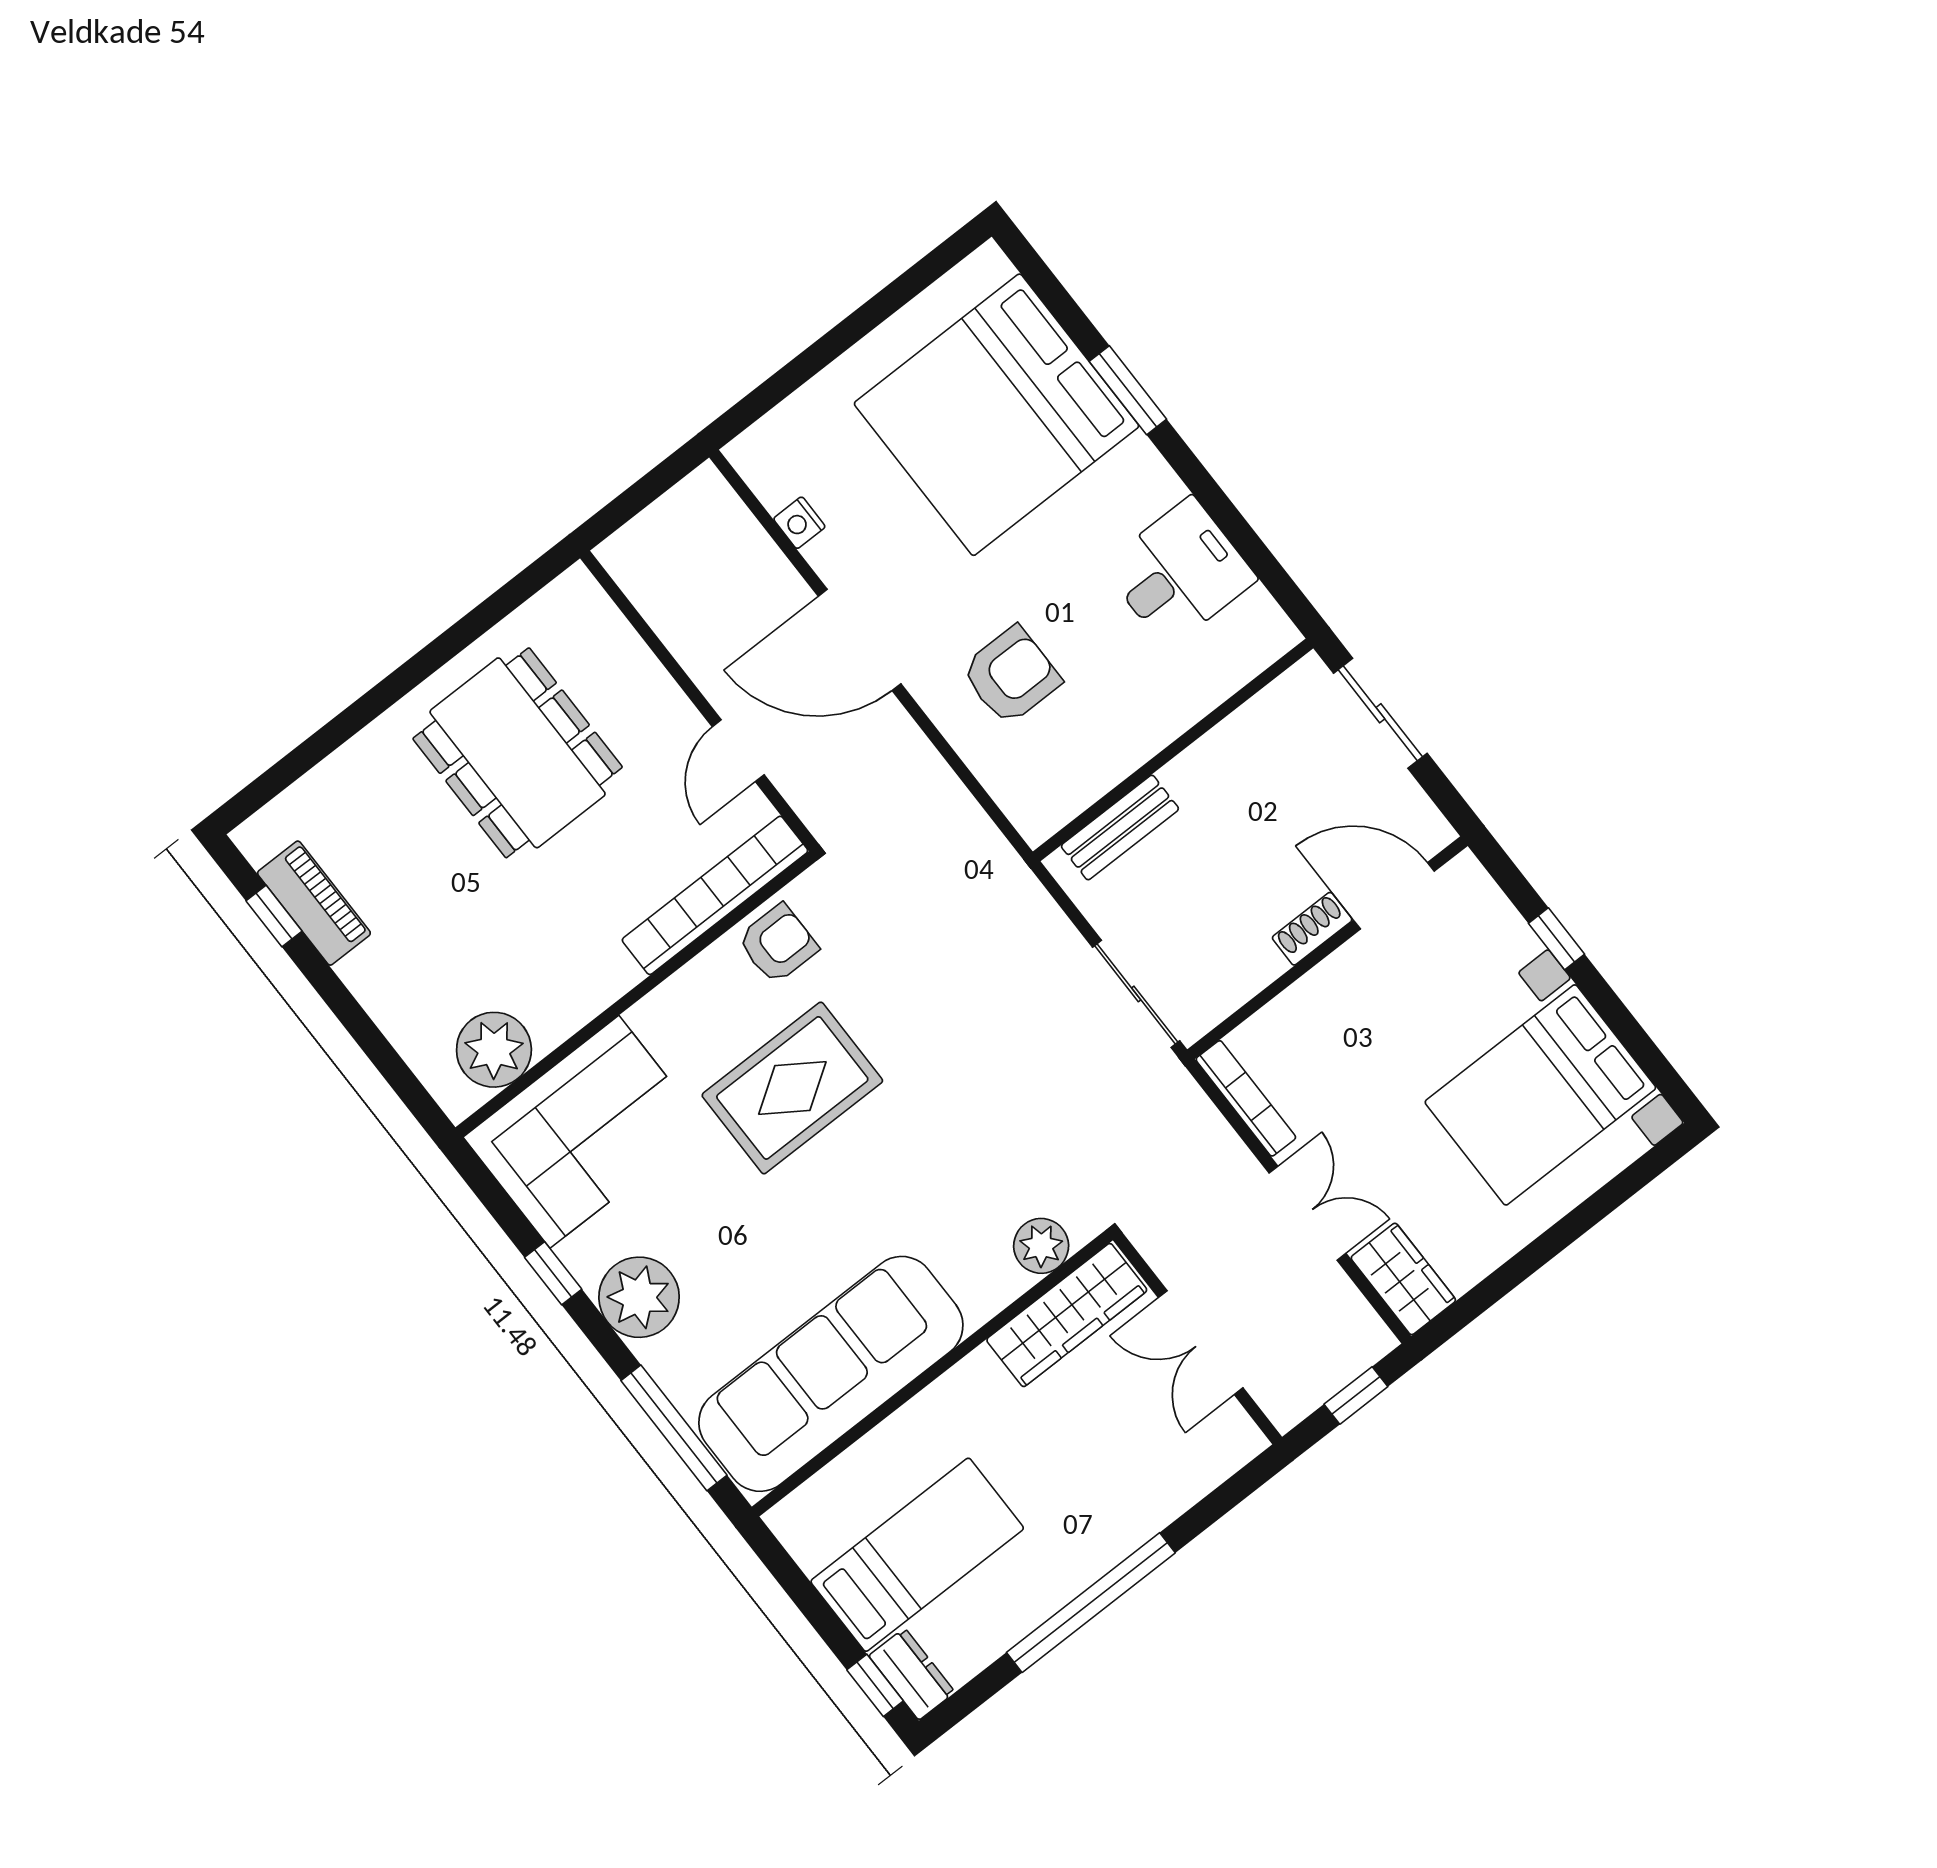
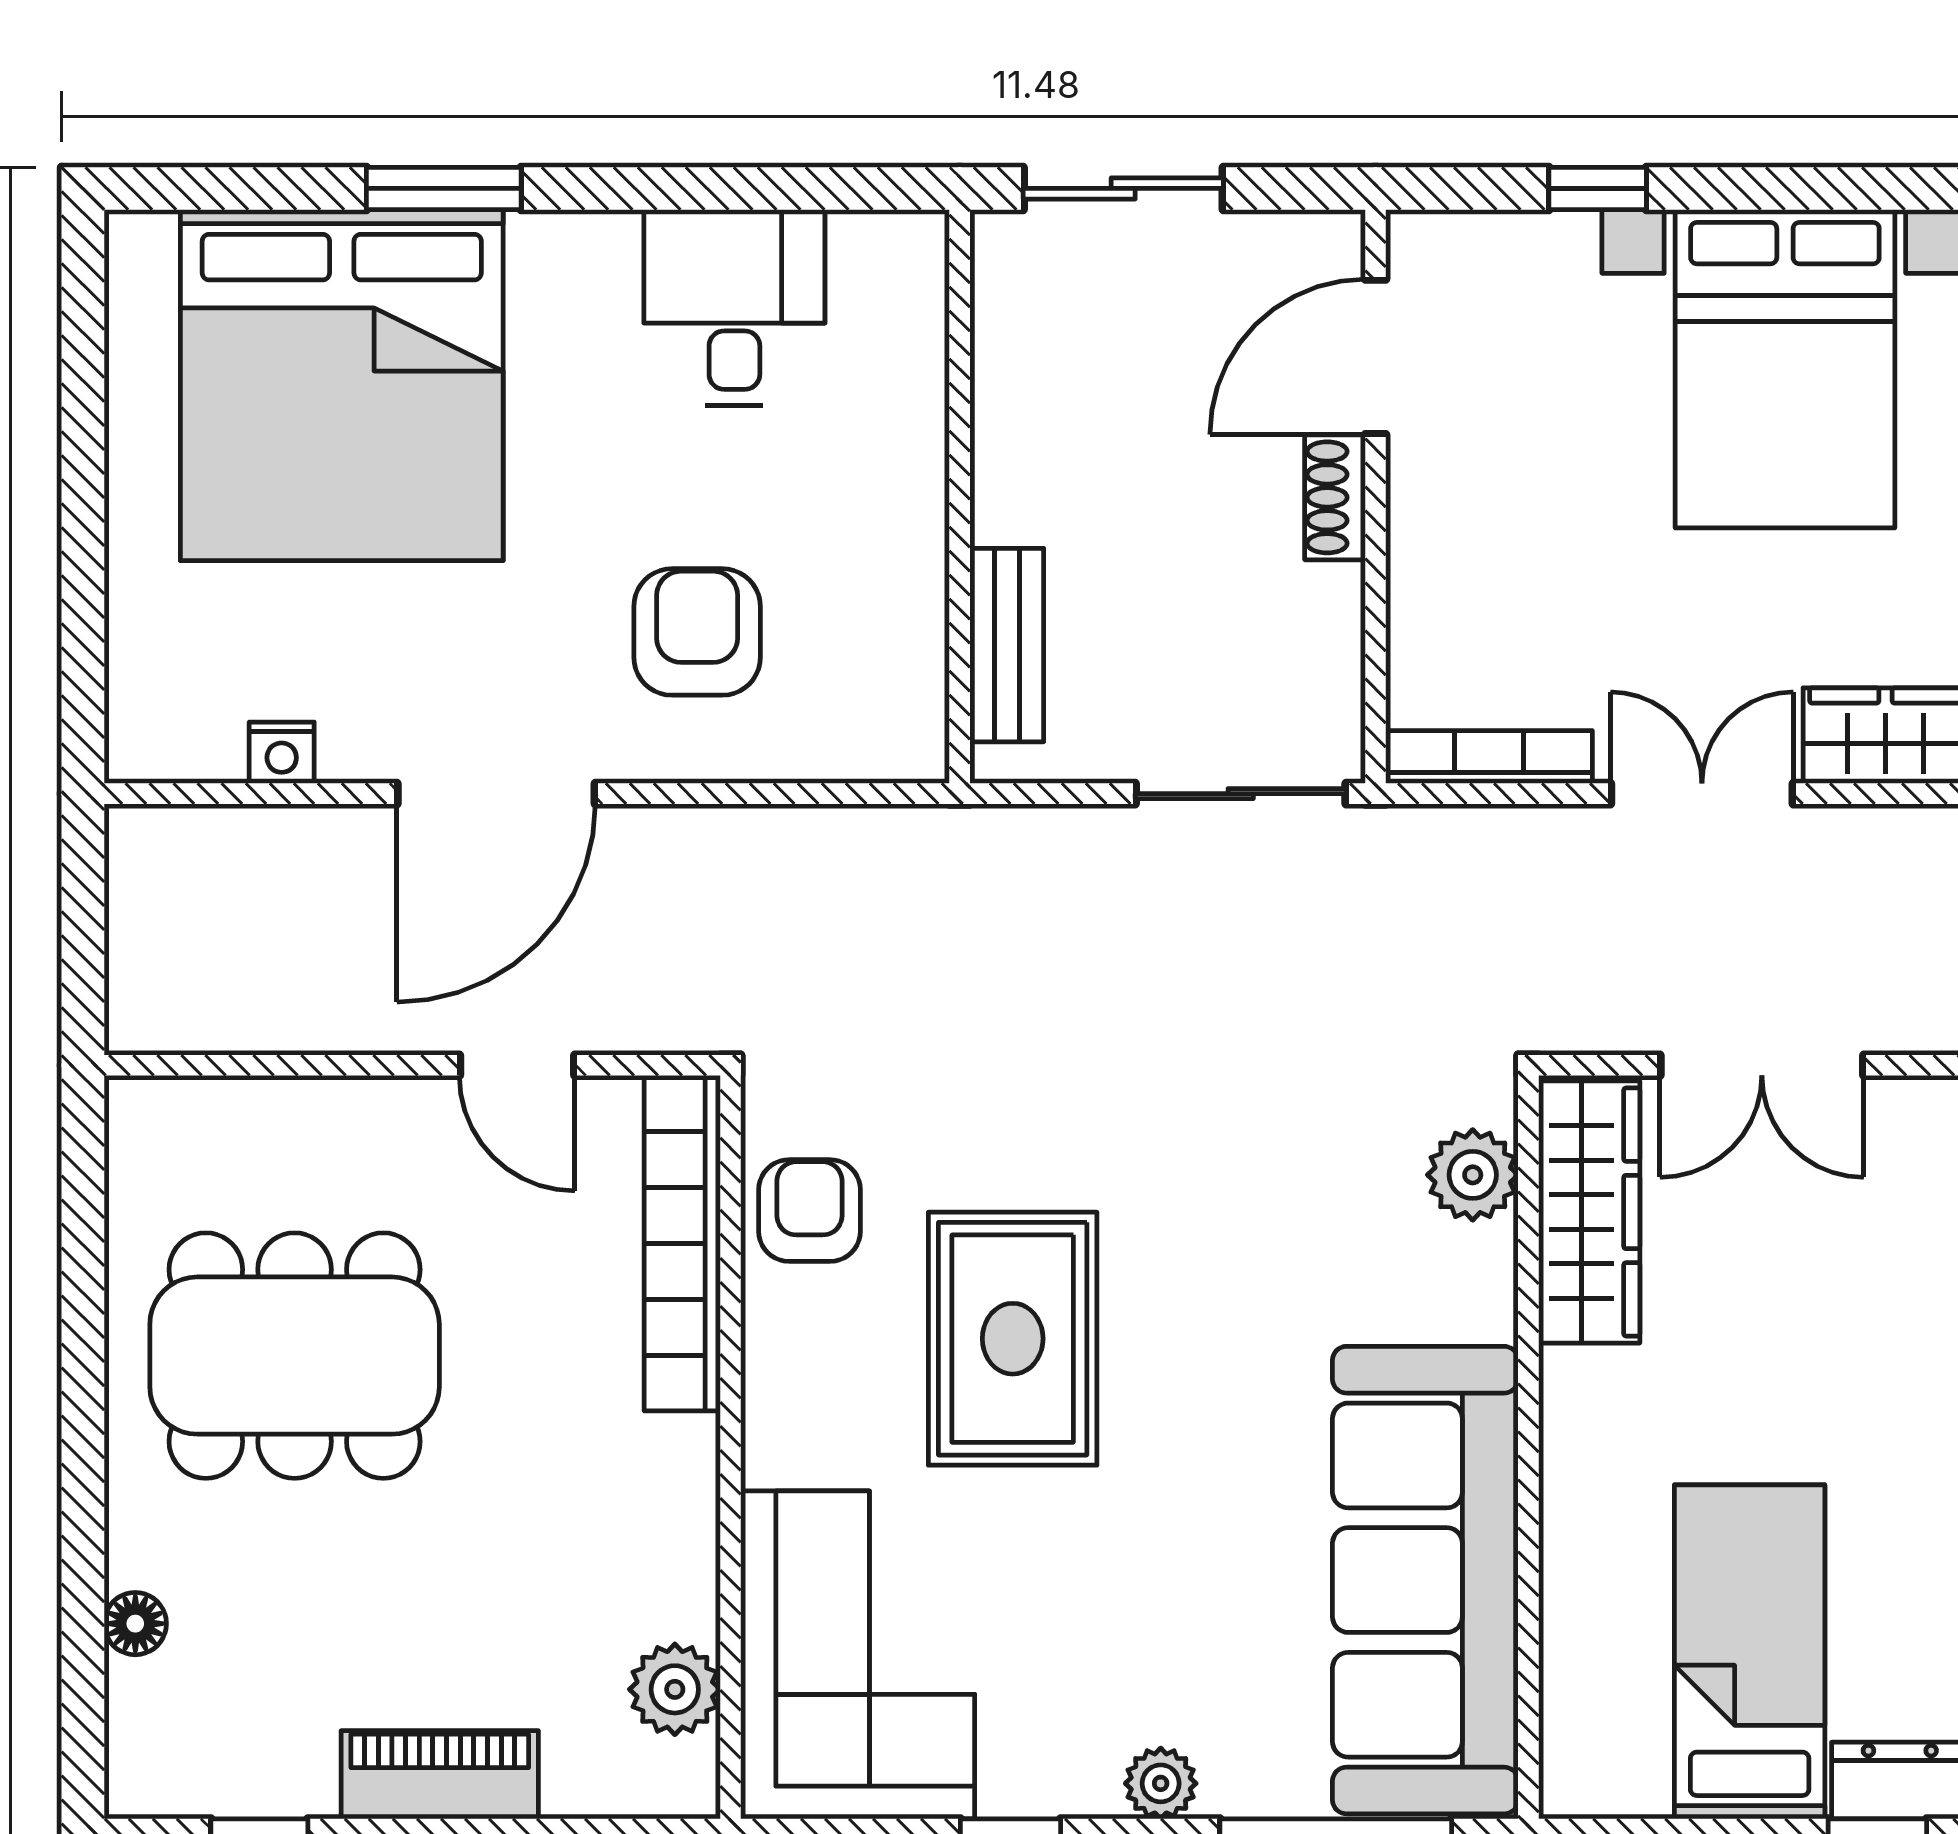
floor lamp: (331, 777) -> (135, 1624), added
piano: (314, 903) -> (440, 1775), moved
plant: (494, 1050) -> (675, 1689), width x0.73, depth x0.73
plant: (639, 1297) -> (1161, 1783), width x0.53, depth x0.53

